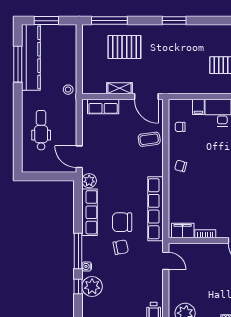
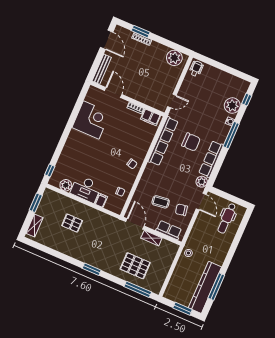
dental chair: (41, 130) -> (227, 218), moved
coffee table: (149, 139) -> (161, 202), moved
chair: (121, 247) -> (181, 210), moved
door: (166, 261) -> (172, 101), swing flipped
window: (78, 287) -> (247, 100), moved

